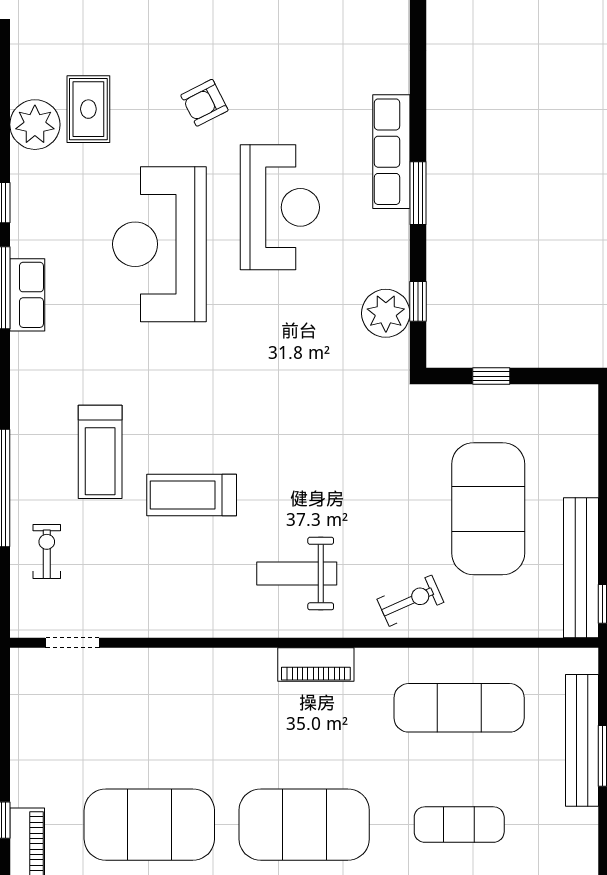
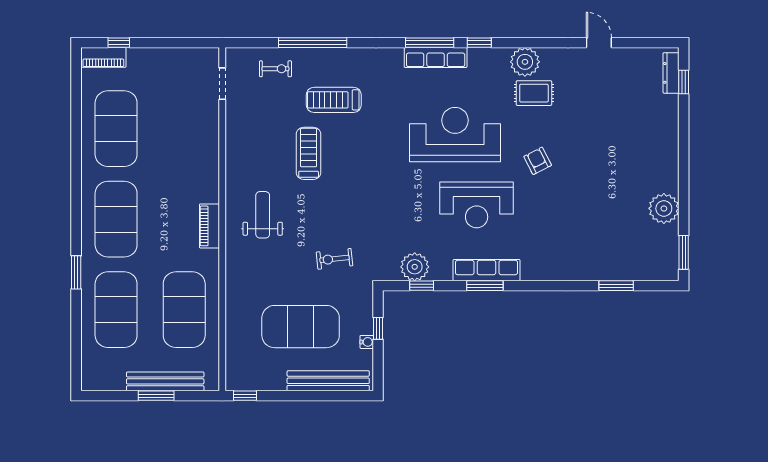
row of seats: (391, 152) -> (486, 270), moved
row of seats: (27, 295) -> (436, 57), width x1.48
water cooler: (514, 395) -> (367, 342), added
bench: (581, 568) -> (328, 381), moved
exercise bike: (410, 601) -> (334, 259), moved, turned 108
exercise mat: (459, 708) -> (184, 310), width x1.47
exercise mat: (459, 825) -> (116, 310), width x2.00, depth x1.45

